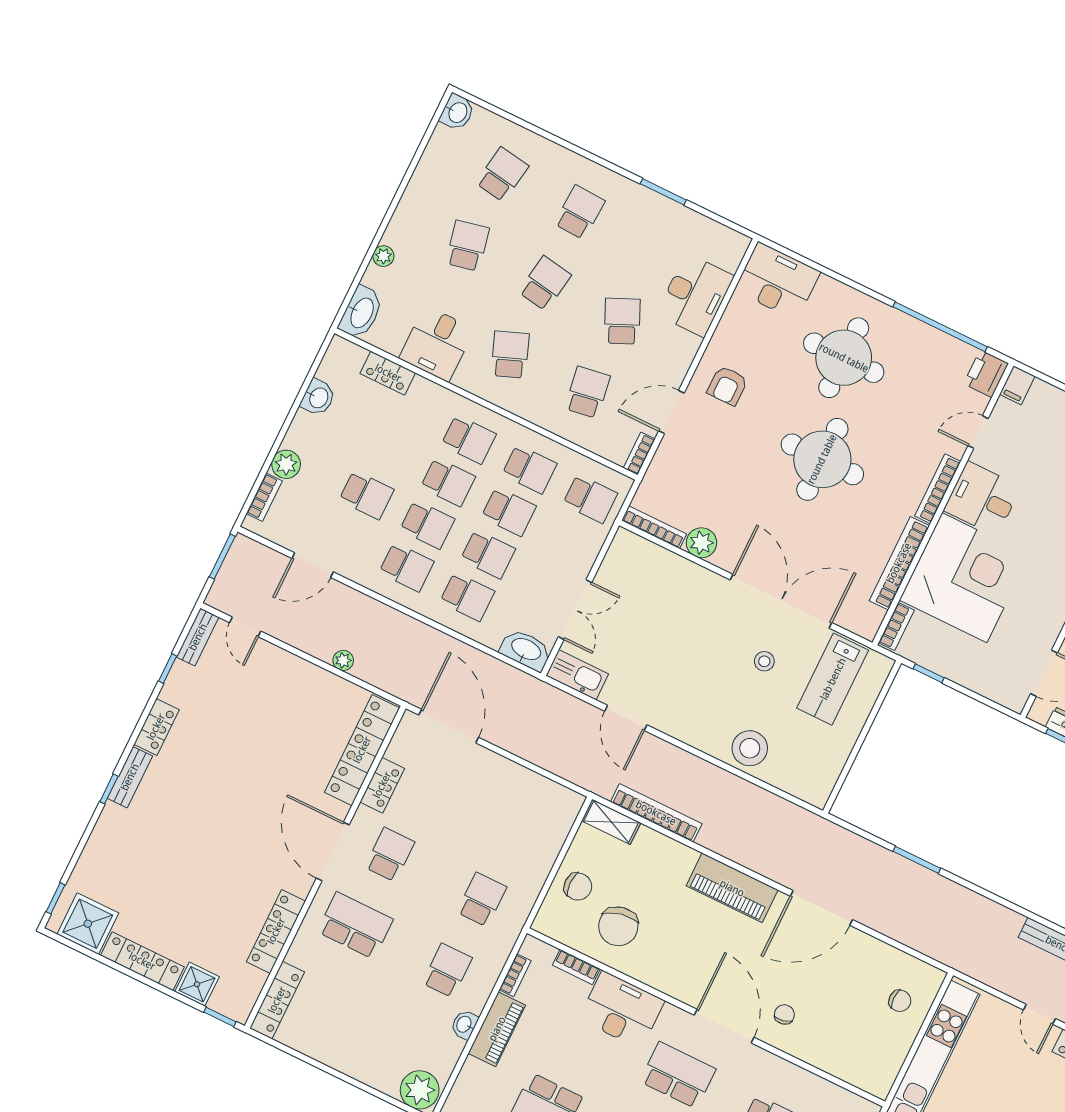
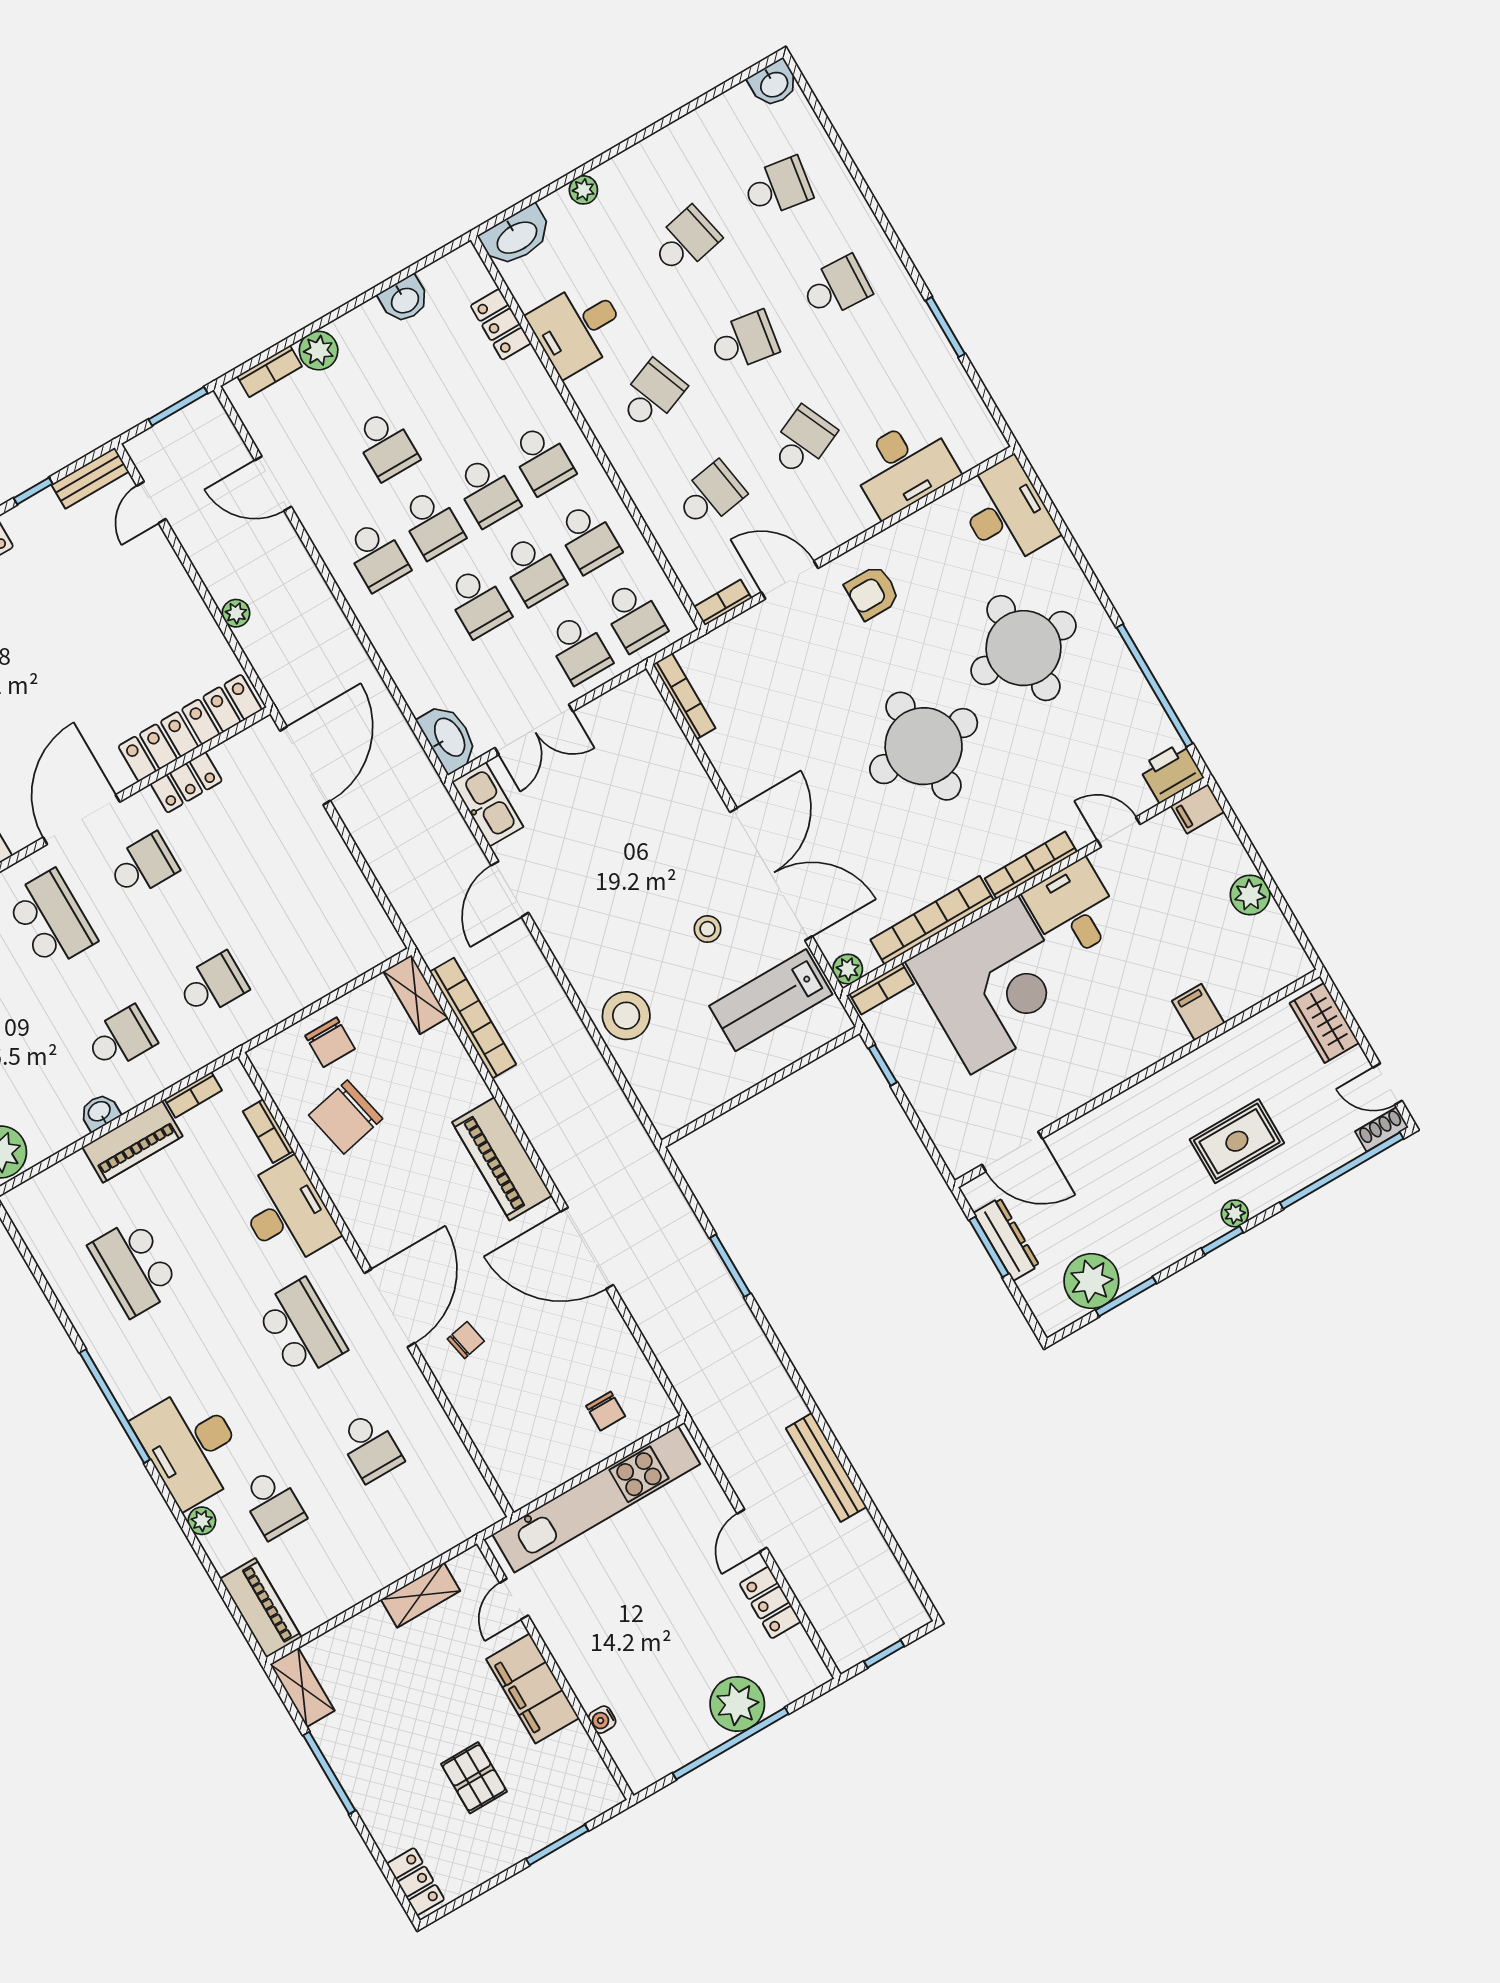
plant: (701, 543) -> (848, 969), moved, width x0.73, depth x0.73
school desk: (467, 597) -> (579, 649), moved

